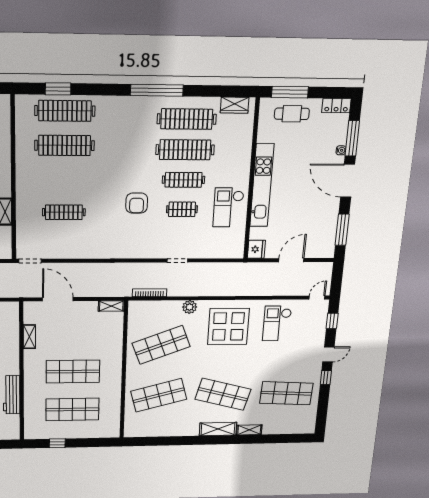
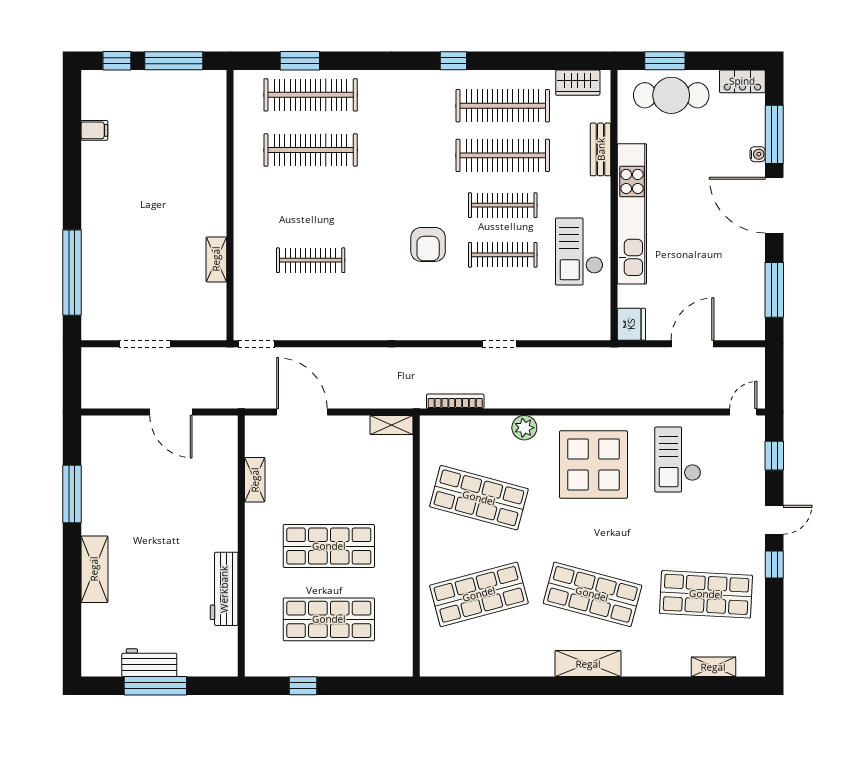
window: (157, 90) -> (453, 61), width x0.32
window: (290, 92) -> (665, 61), width x0.69
cafe table: (292, 114) -> (671, 95), width x1.37, depth x1.35
bench: (246, 147) -> (601, 149), added
clothes rail: (182, 209) -> (503, 255), width x1.36
shop shelf: (161, 345) -> (479, 498), turned 36
shelving: (249, 430) -> (713, 667), moved

